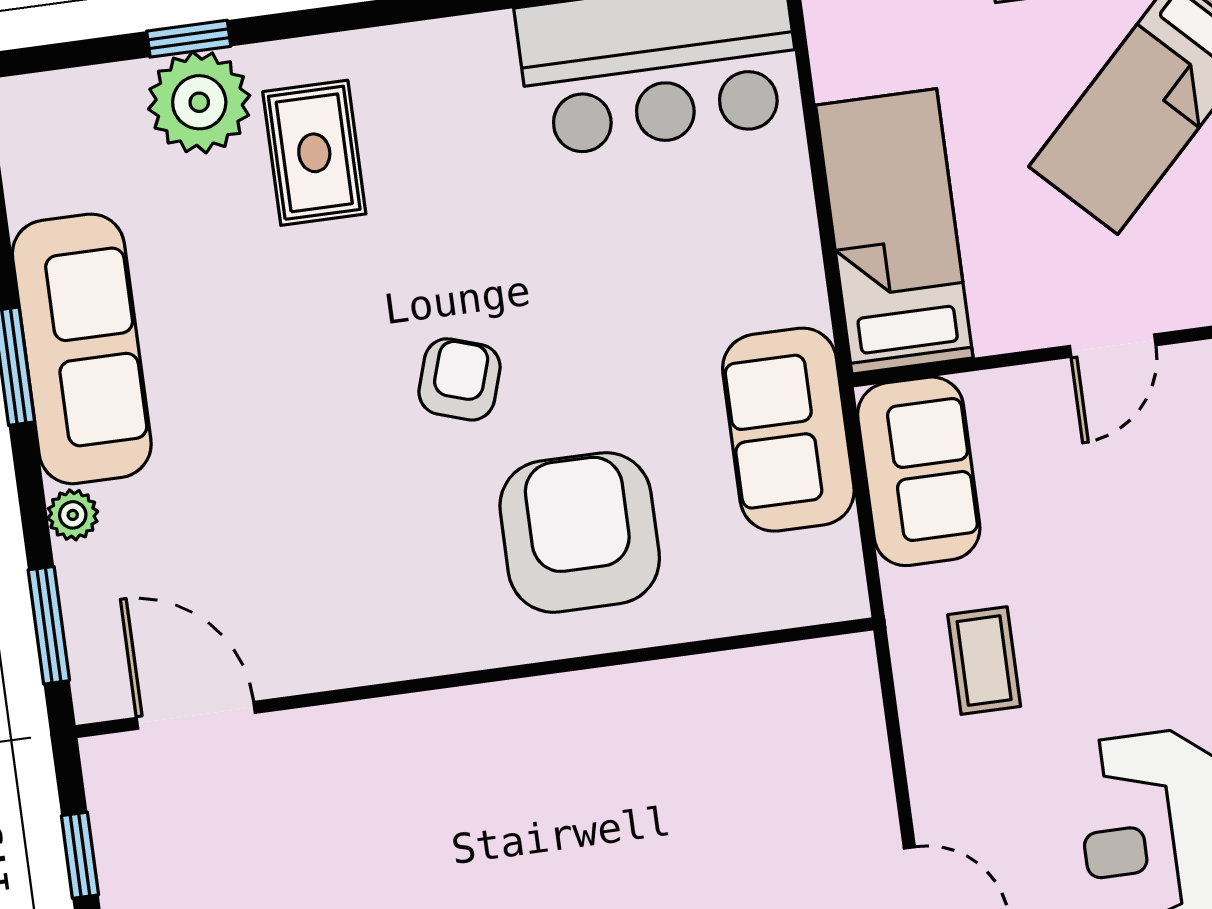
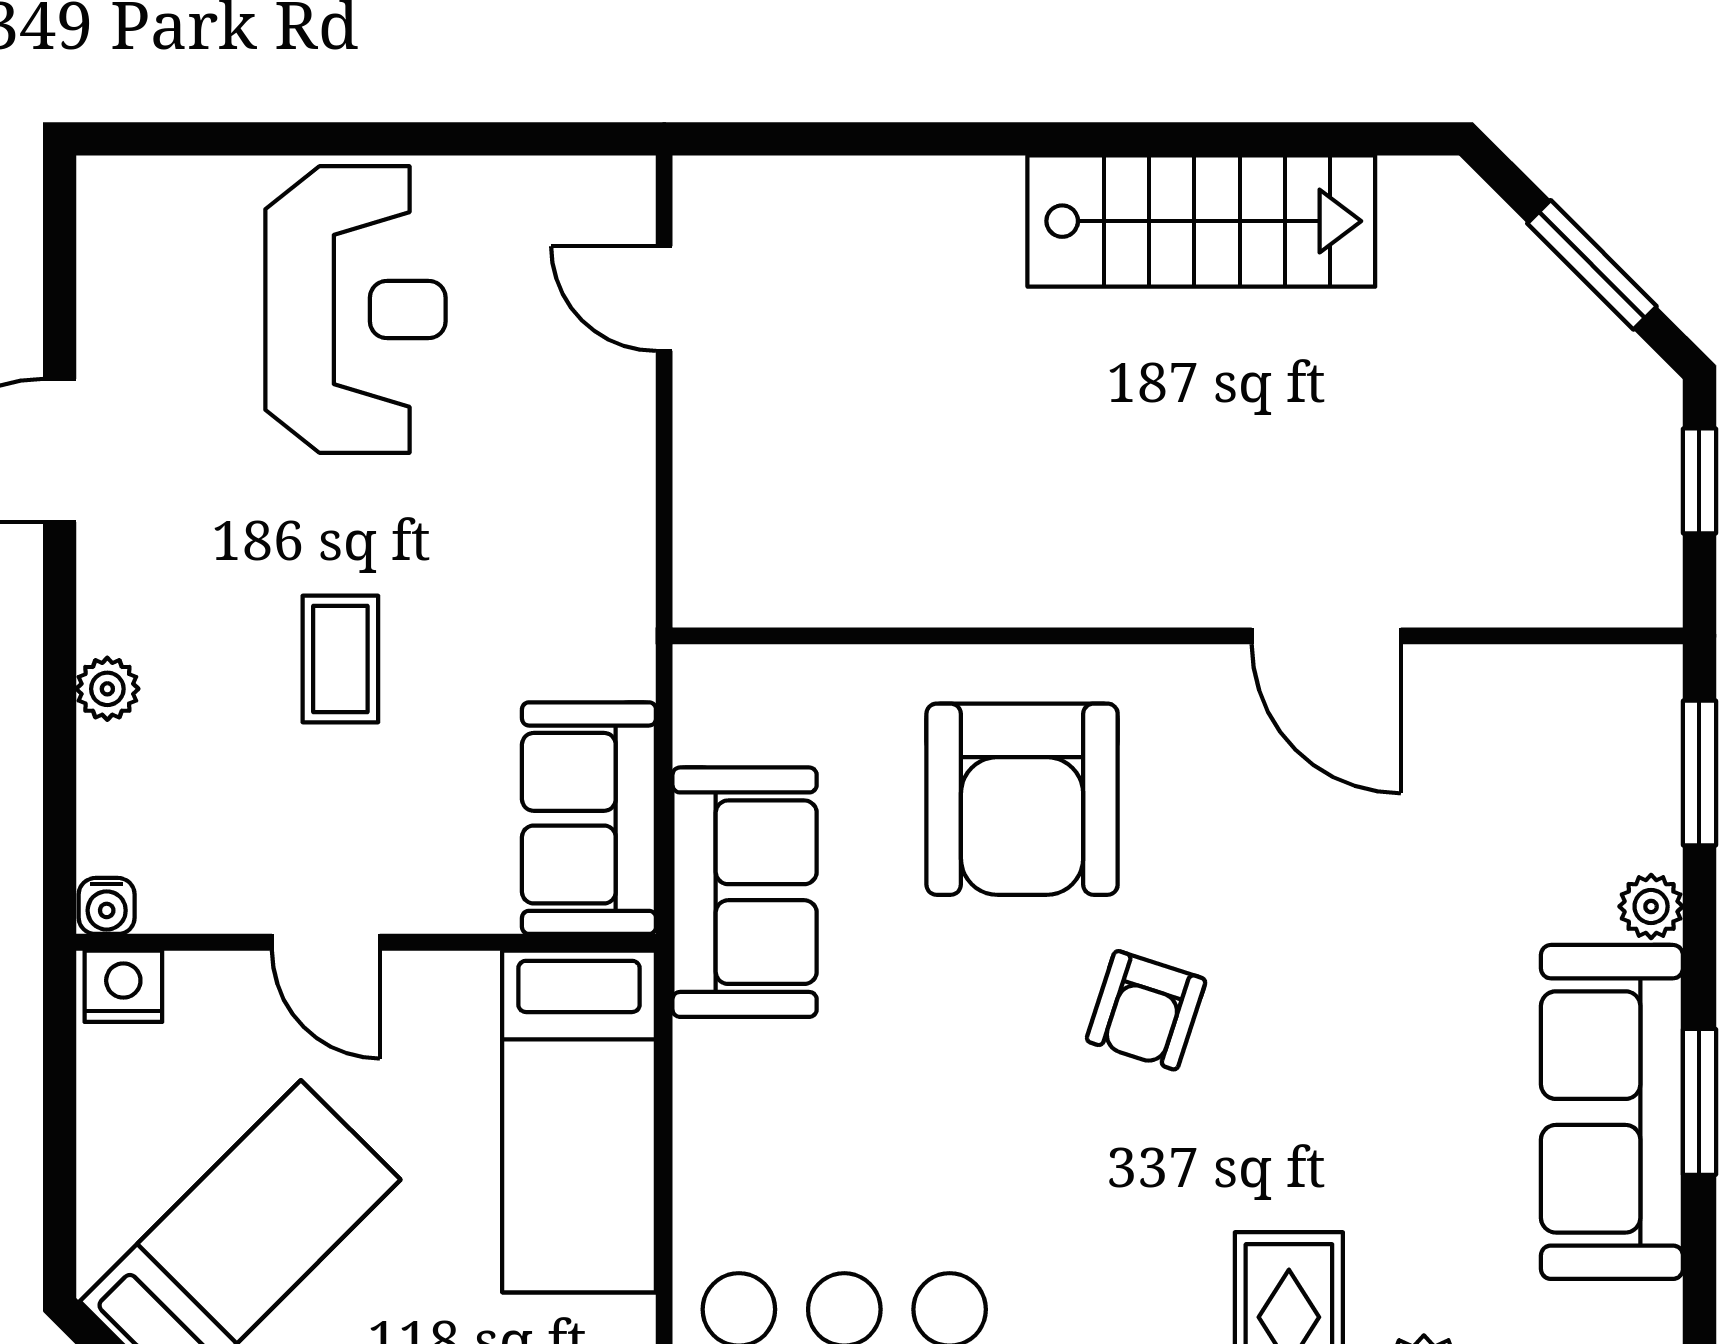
door: (1113, 346) -> (326, 942), swing flipped
coffee table: (984, 661) -> (340, 659), moved
door: (196, 715) -> (1326, 636), moved

